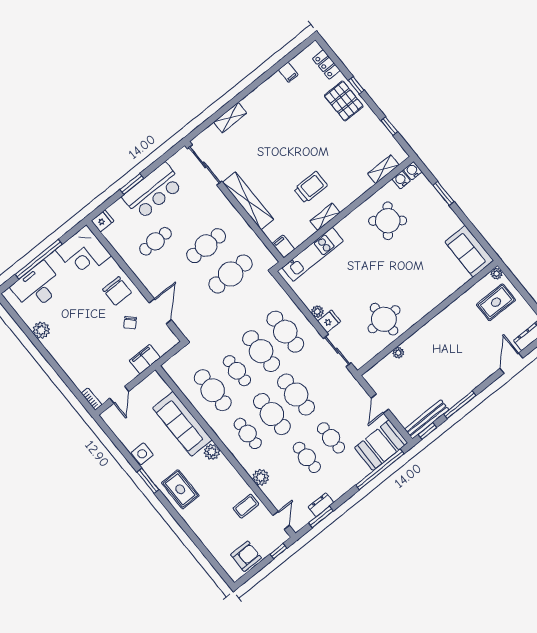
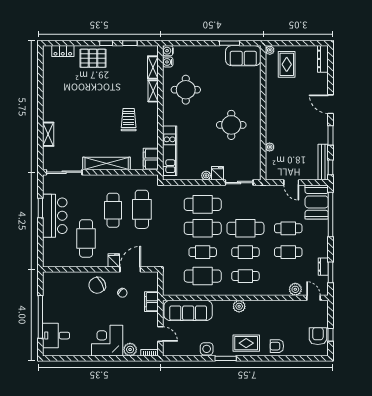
filing cabinet: (288, 72) -> (49, 78), removed
window: (356, 85) -> (106, 43), moved
window: (132, 184) -> (40, 208), moved
window: (444, 193) -> (229, 43), moved
shelving: (325, 217) -> (153, 91), moved
fridge: (102, 221) -> (114, 260), moved
round table: (388, 221) -> (186, 90), turned -38
cafe table: (155, 241) -> (86, 238), width x1.37, depth x1.35
filing cabinet: (283, 246) -> (151, 159), width x2.00
corner desk: (83, 253) -> (107, 341), moved, turned 180
desk: (37, 287) -> (56, 336), width x0.73
chair: (117, 291) -> (97, 285), turned 152
door: (160, 311) -> (130, 269), hinge flipped
round table: (384, 319) -> (231, 125), moved
plant: (41, 330) -> (130, 350), moved
door: (511, 363) -> (331, 104), moved
window: (460, 405) -> (331, 135), width x0.69
cafe table: (272, 414) -> (245, 252), width x0.73, depth x0.74
sofa: (182, 424) -> (188, 310), moved
plant: (261, 477) -> (295, 289), moved
coffee table: (246, 506) -> (288, 312), removed
armchair: (202, 523) -> (277, 346), added
window: (278, 551) -> (331, 335), moved

